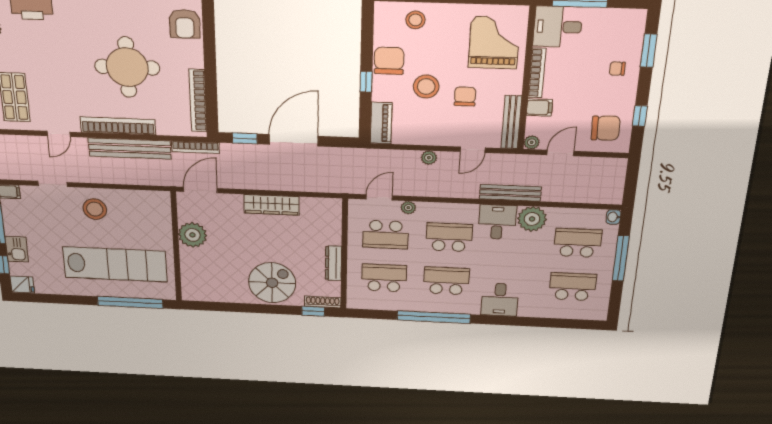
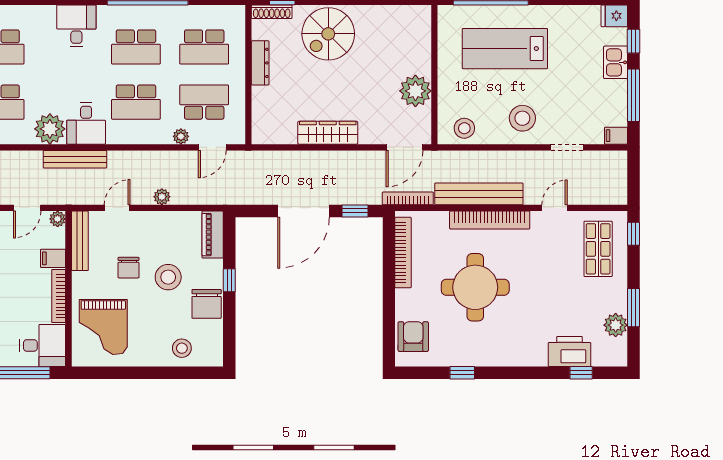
stool: (147, 203) -> (464, 128), added
lab bench: (115, 264) -> (505, 49), width x0.73

